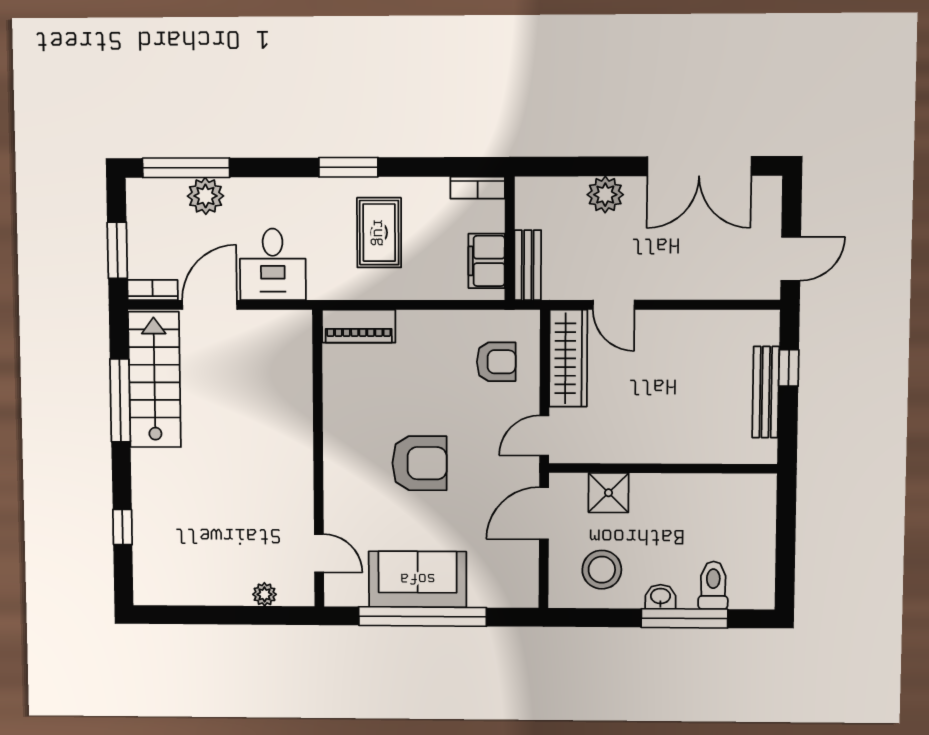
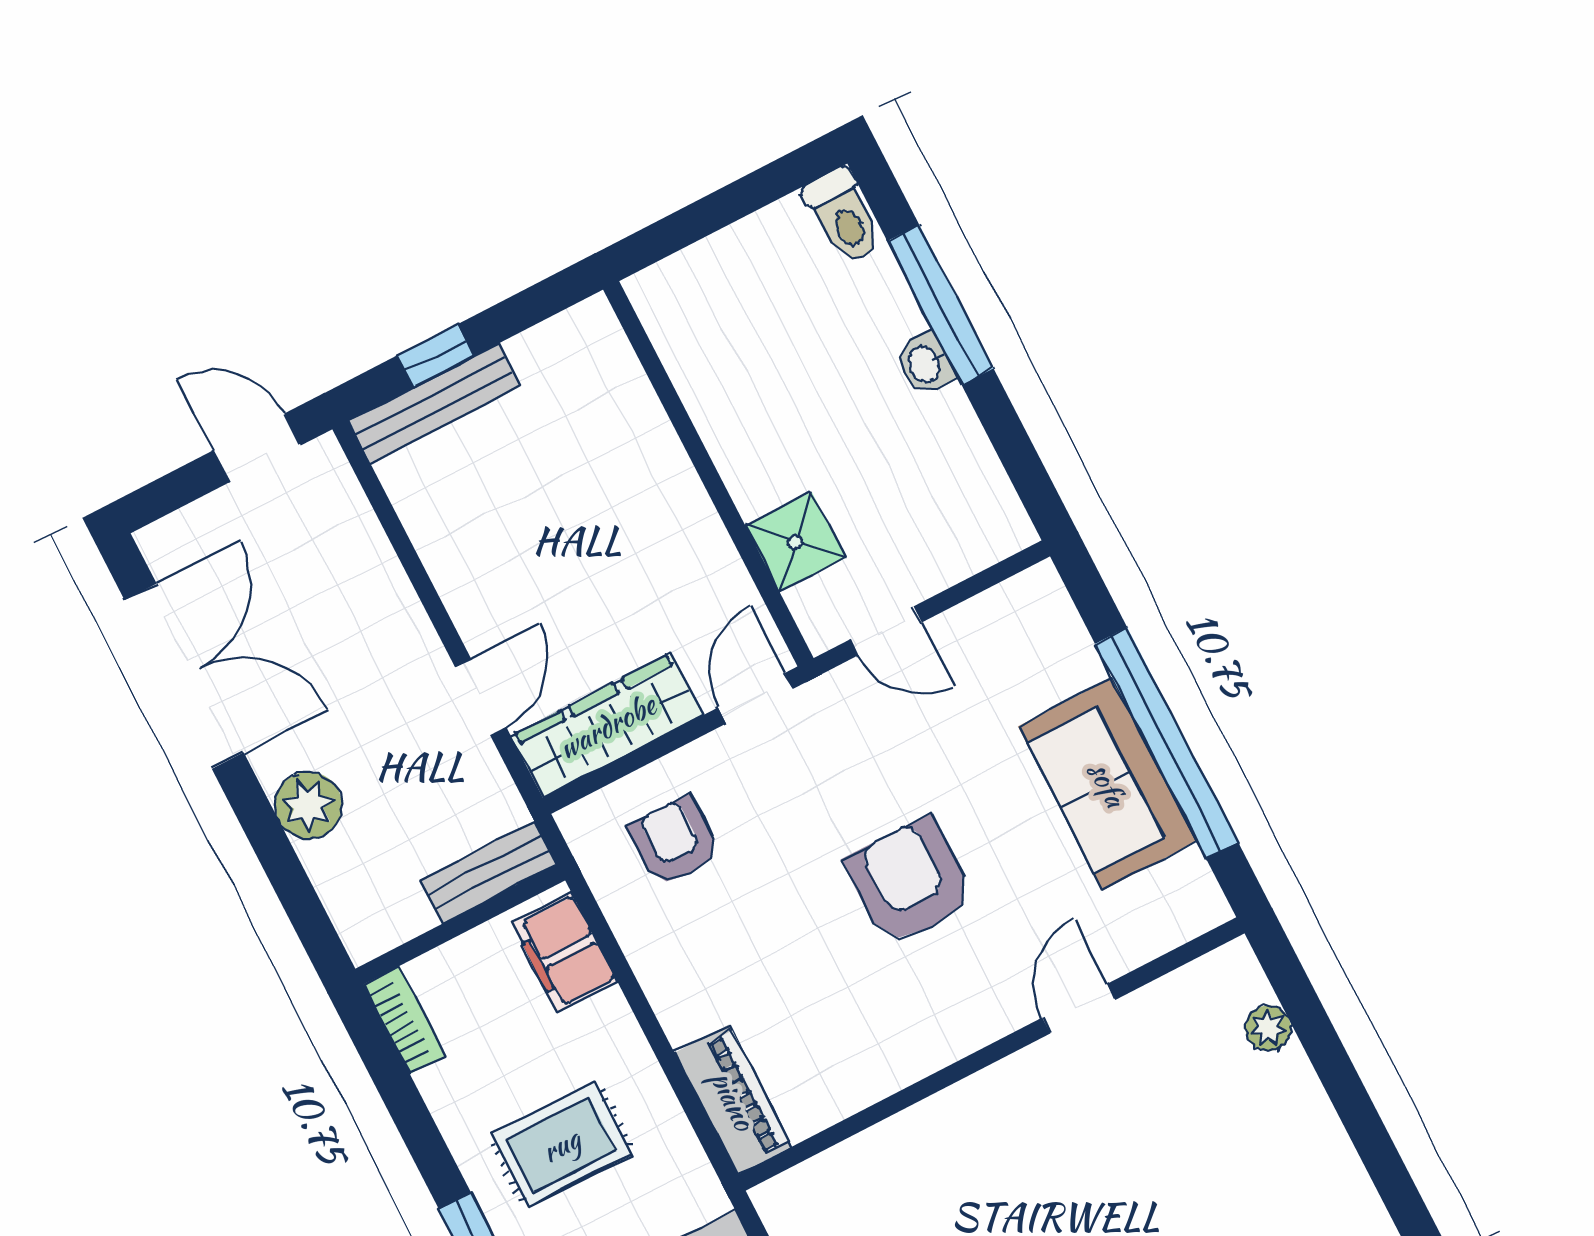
filing cabinet: (487, 261) -> (565, 953), moved, turned 90
bench: (766, 392) -> (434, 403), moved
door: (544, 435) -> (755, 698), swing flipped
door: (544, 513) -> (886, 631), width x0.73
door: (319, 553) -> (1079, 1009), moved
stool: (602, 570) -> (930, 485), removed
toilet: (713, 585) -> (844, 216), moved, turned -90

